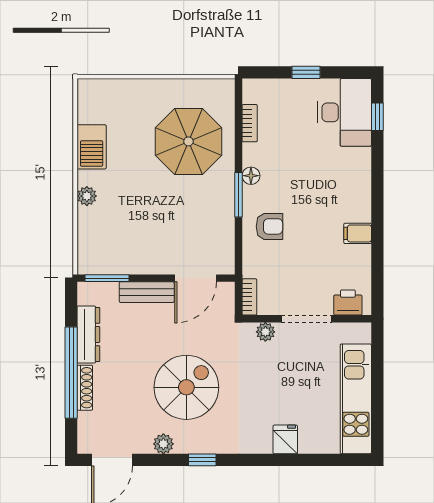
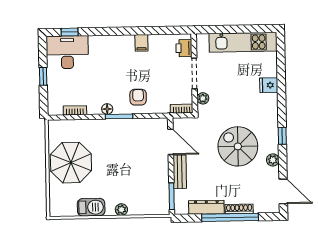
parasol: (188, 141) -> (71, 163), moved

